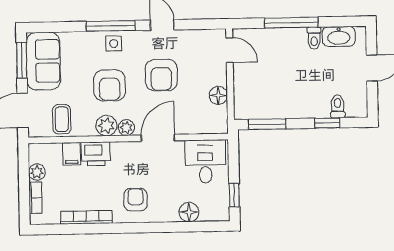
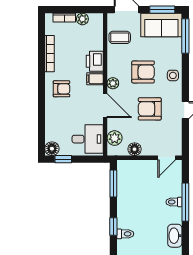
window: (111, 26) -> (185, 36), moved
toilet: (314, 38) -> (174, 202), moved
armchair: (110, 85) -> (143, 72), turned 180
plant: (106, 126) -> (115, 138), moved
filing cabinet: (72, 154) -> (95, 79), moved
floor lamp: (189, 212) -> (52, 149), moved

